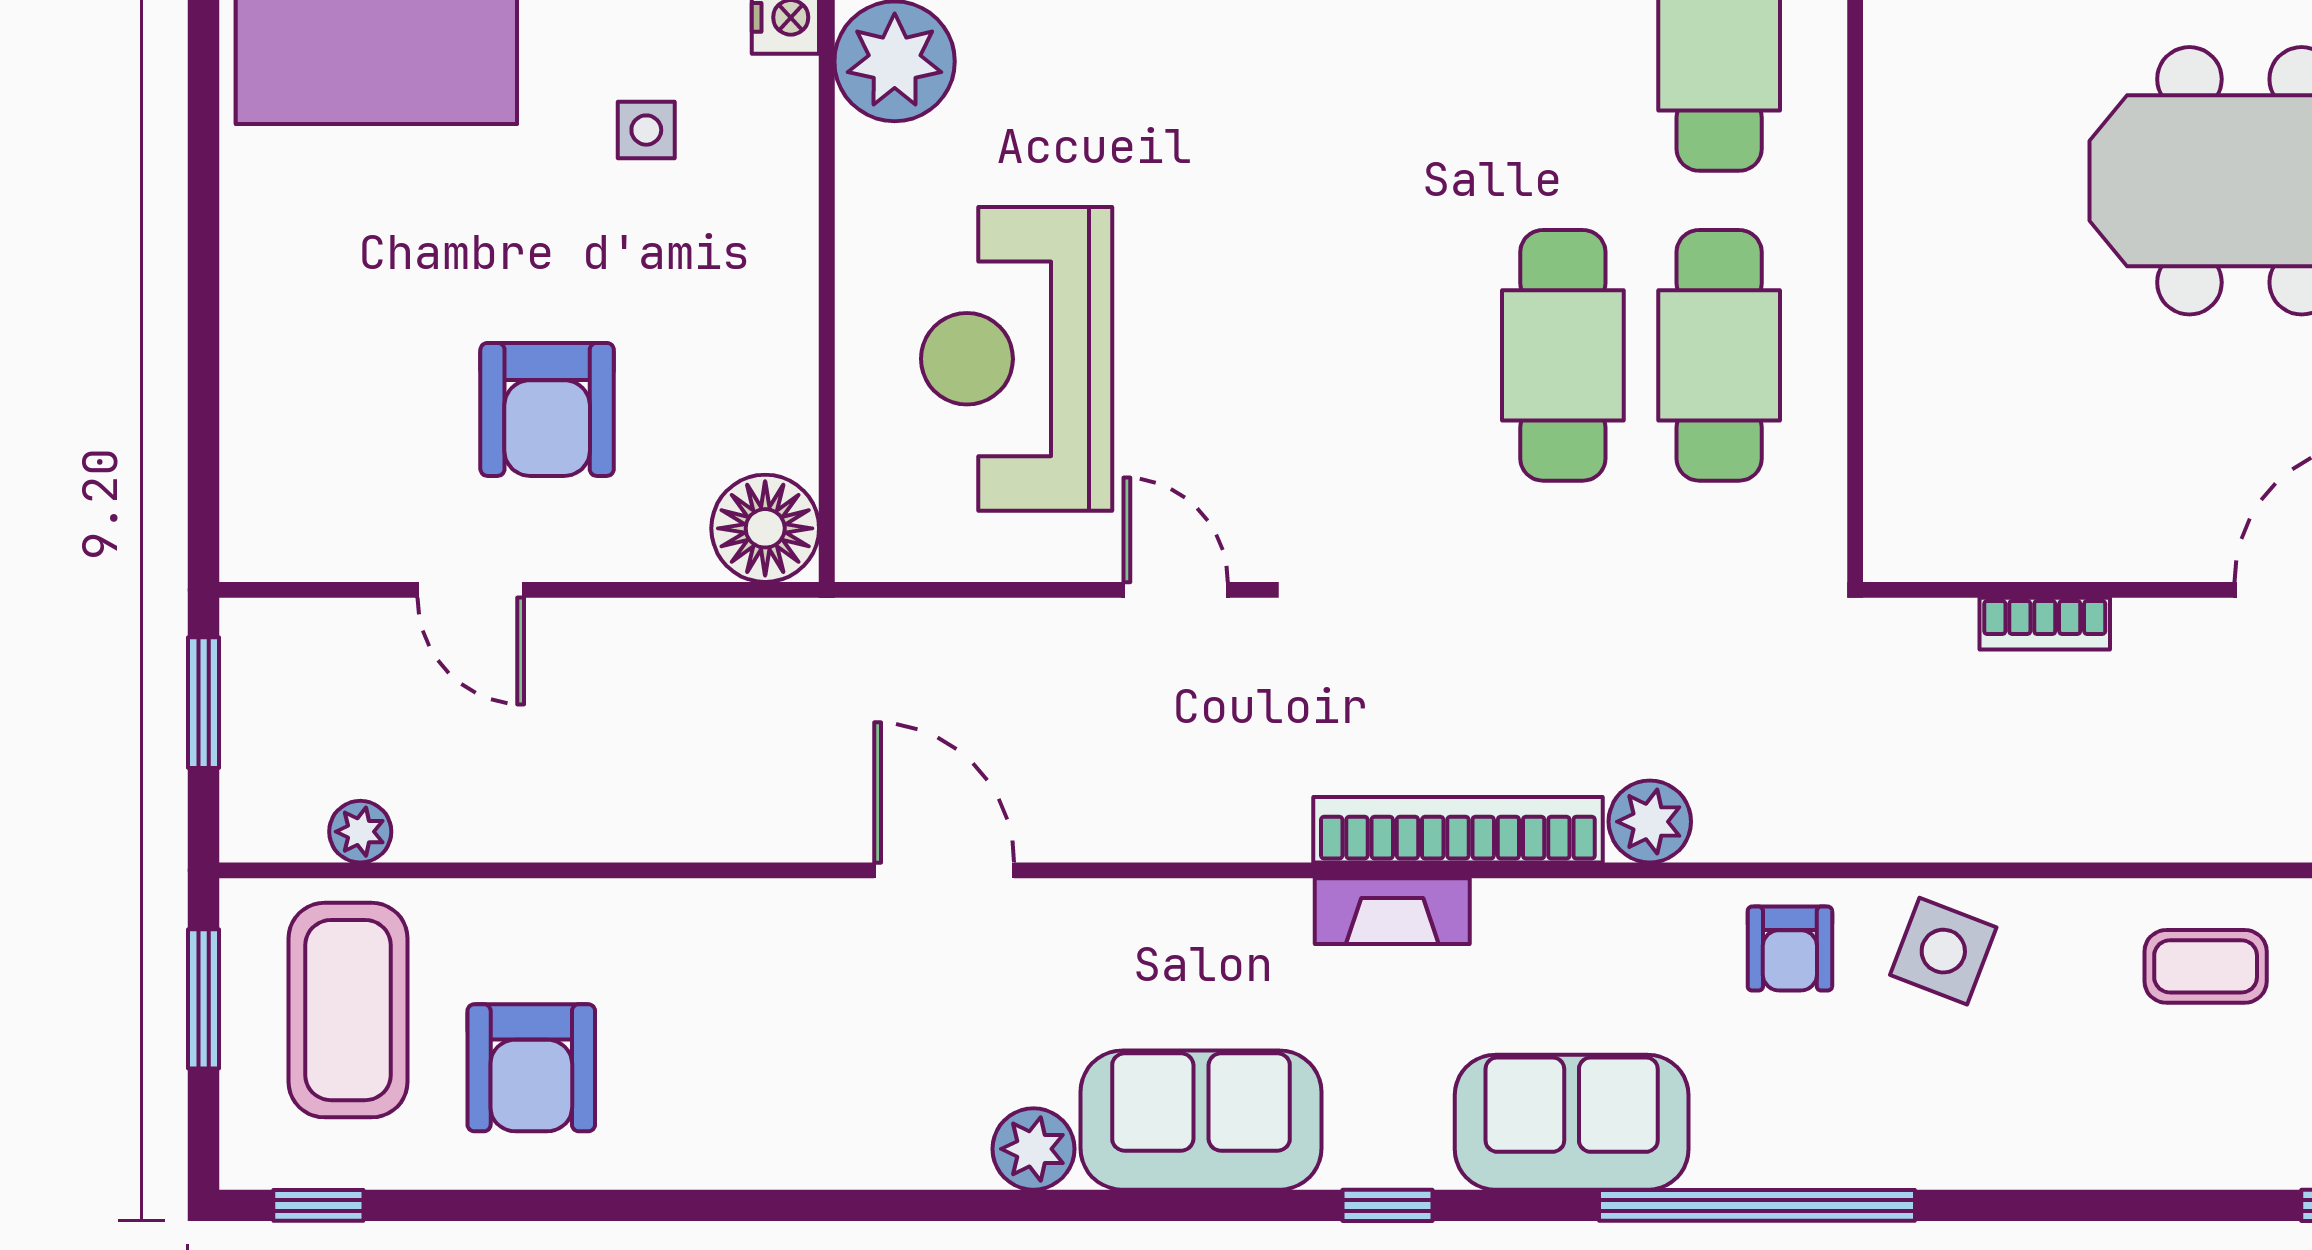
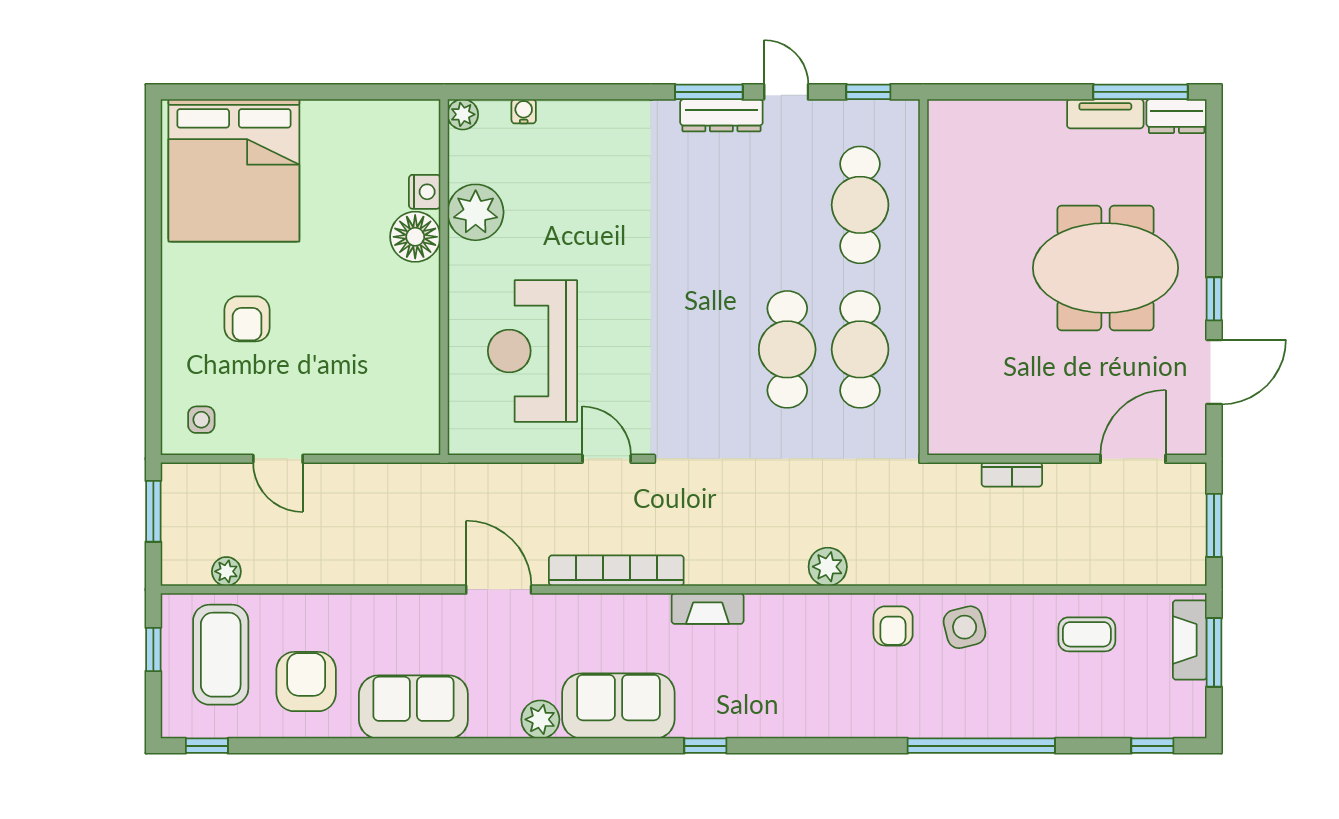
side table: (646, 130) -> (201, 420), moved
armchair: (547, 409) -> (247, 319), moved, width x0.72, depth x0.72
floor lamp: (765, 528) -> (415, 237), moved
bookcase: (1458, 830) -> (616, 571), moved
side table: (1943, 951) -> (965, 627), turned -35
window: (203, 999) -> (153, 649), width x0.67
armchair: (531, 1068) -> (306, 682), turned 180
sofa: (1572, 1122) -> (413, 707), moved
window: (1757, 1205) -> (981, 746), moved

